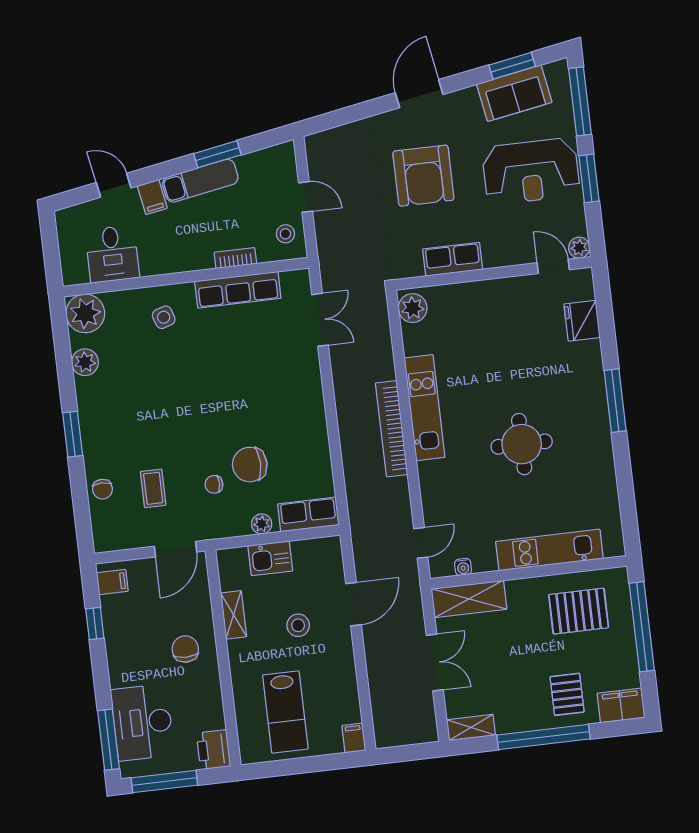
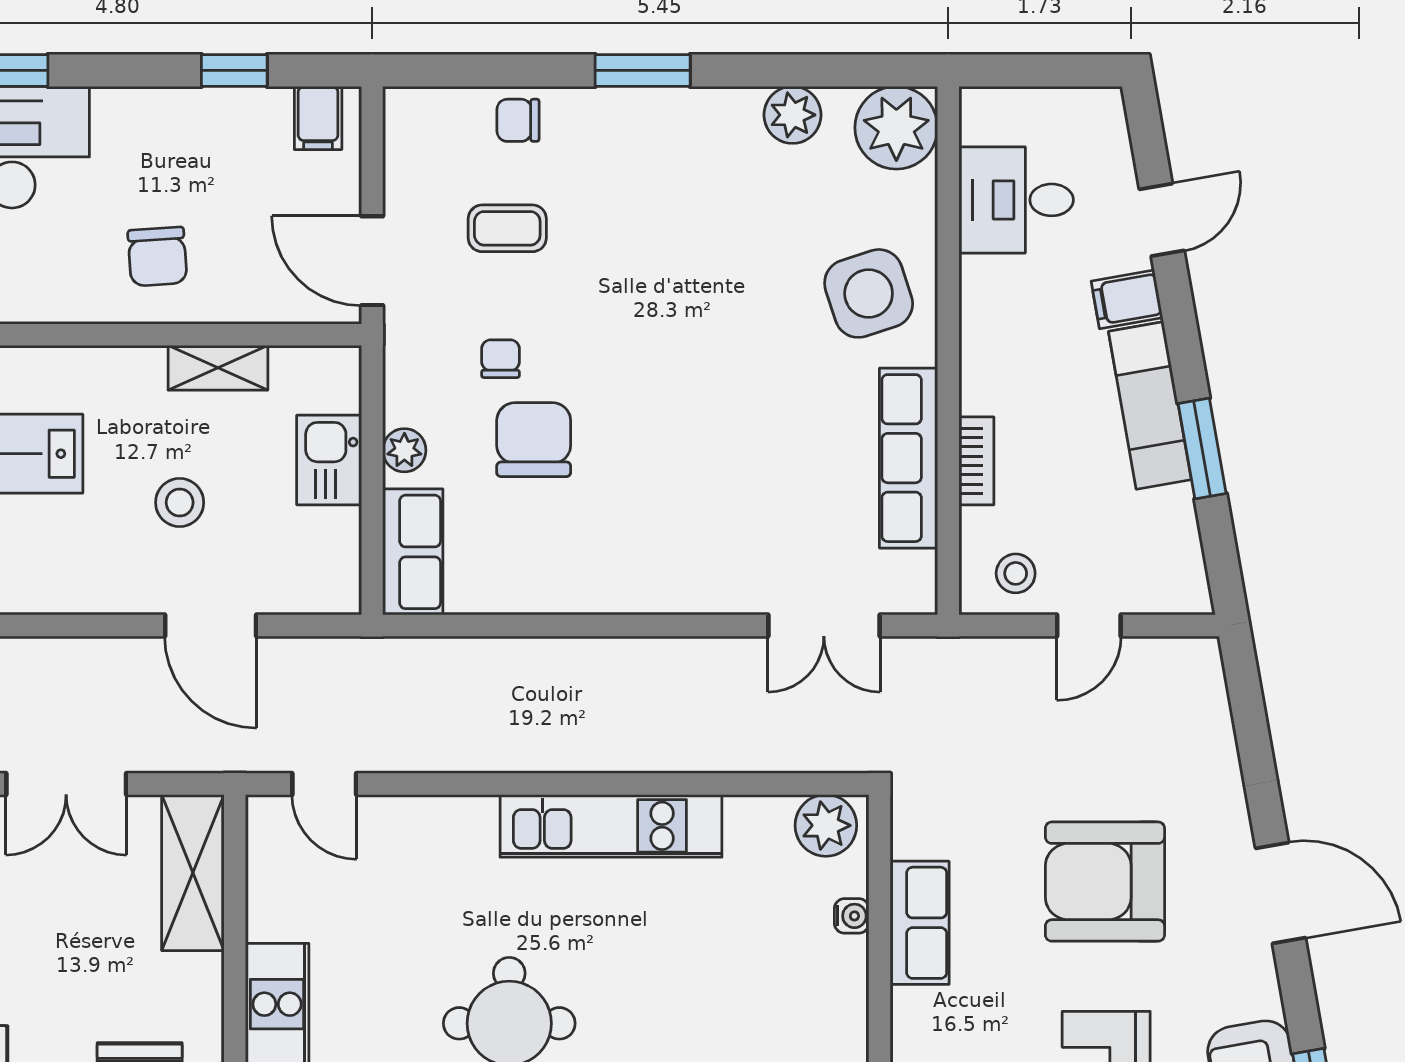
side table: (164, 317) -> (869, 293), width x1.87, depth x1.87
bookcase: (392, 429) -> (575, 750), removed
water cooler: (463, 567) -> (852, 916), moved, turned 180
chair: (185, 649) -> (157, 257), turned 86

